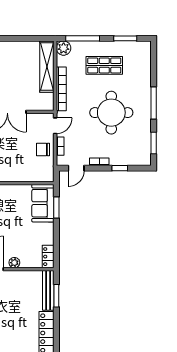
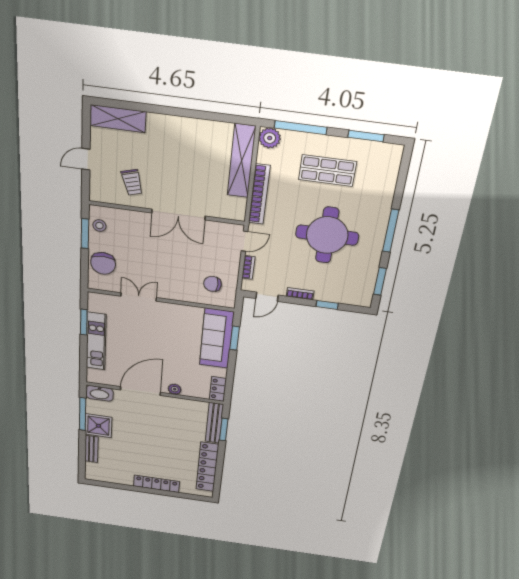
chair: (43, 150) -> (212, 284), moved
sofa: (43, 203) -> (217, 338), width x1.36

